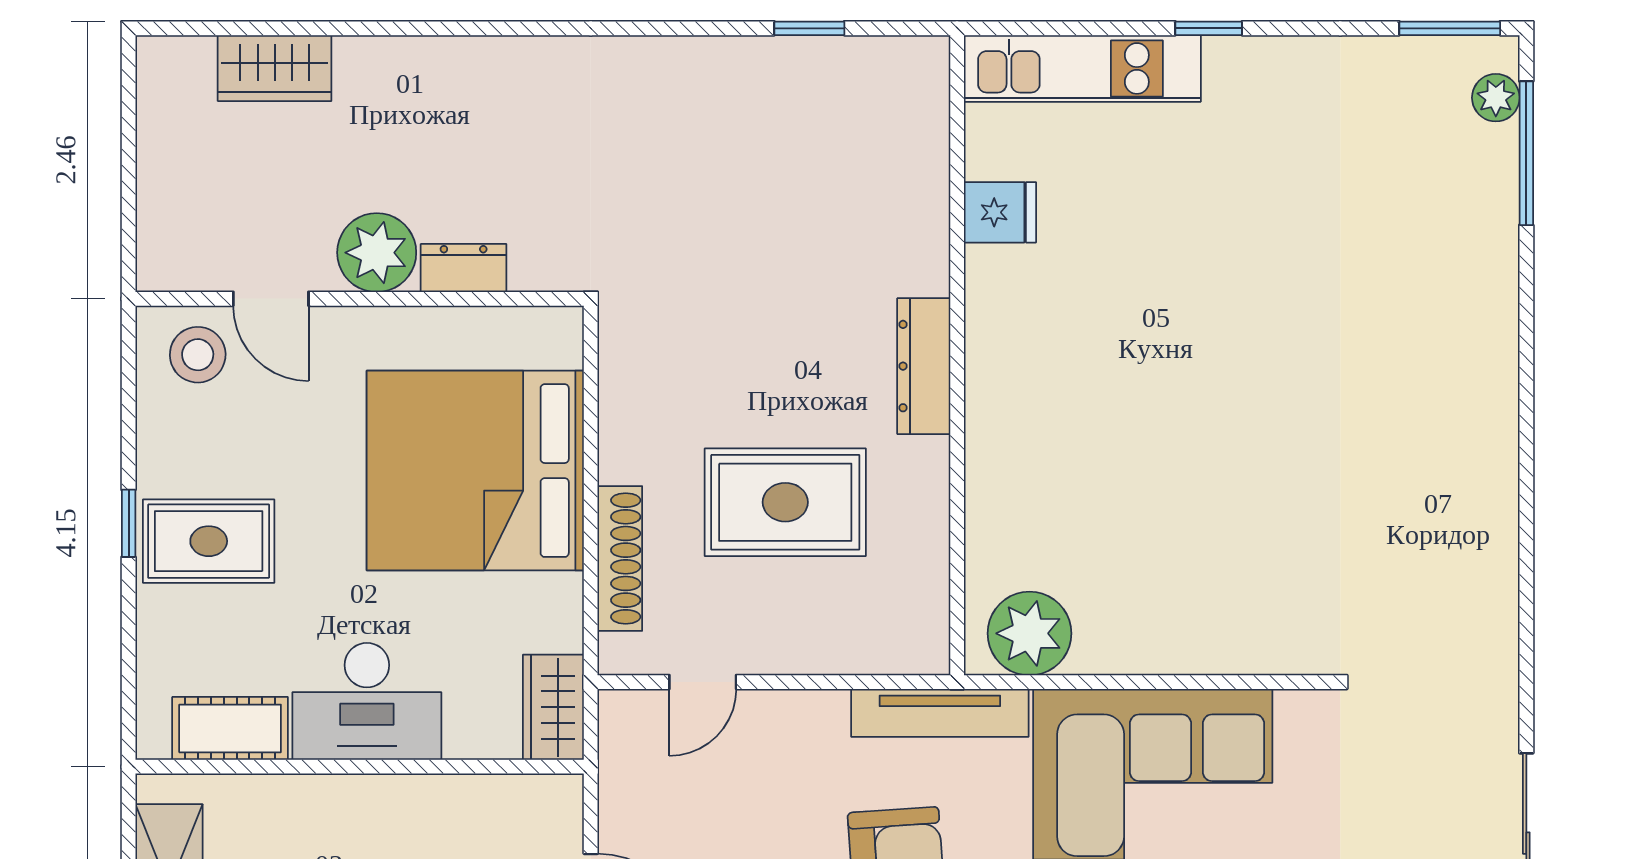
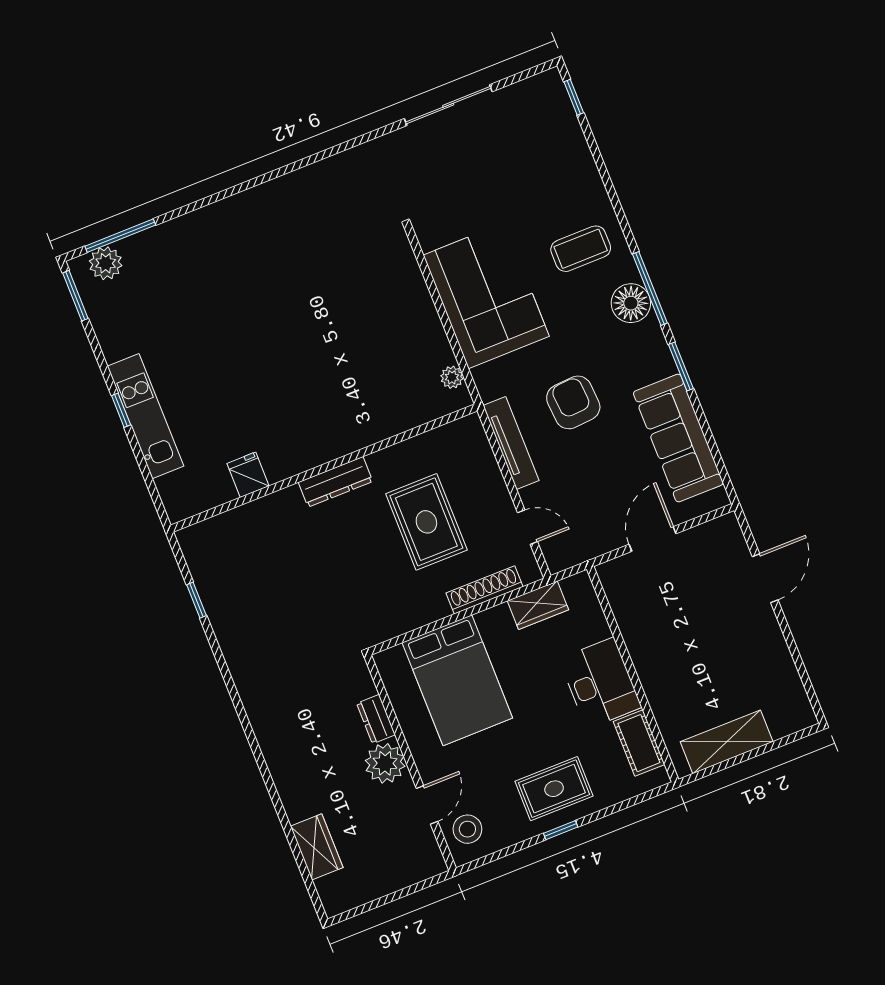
kitchen unit: (1082, 68) -> (145, 416), moved
plant: (1496, 98) -> (106, 263), width x1.38, depth x1.38
bed: (475, 471) -> (457, 680), width x0.73
rug: (209, 541) -> (554, 789), turned 90
plant: (1029, 633) -> (452, 377), width x0.53, depth x0.53
wardrobe: (553, 707) -> (538, 605), moved
tv unit: (940, 713) -> (511, 443), moved

